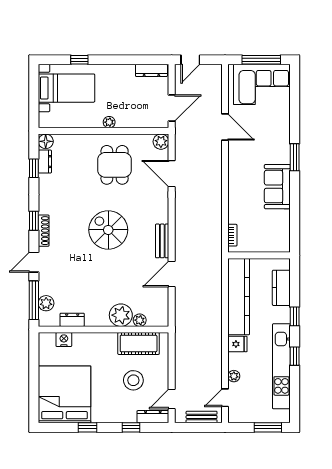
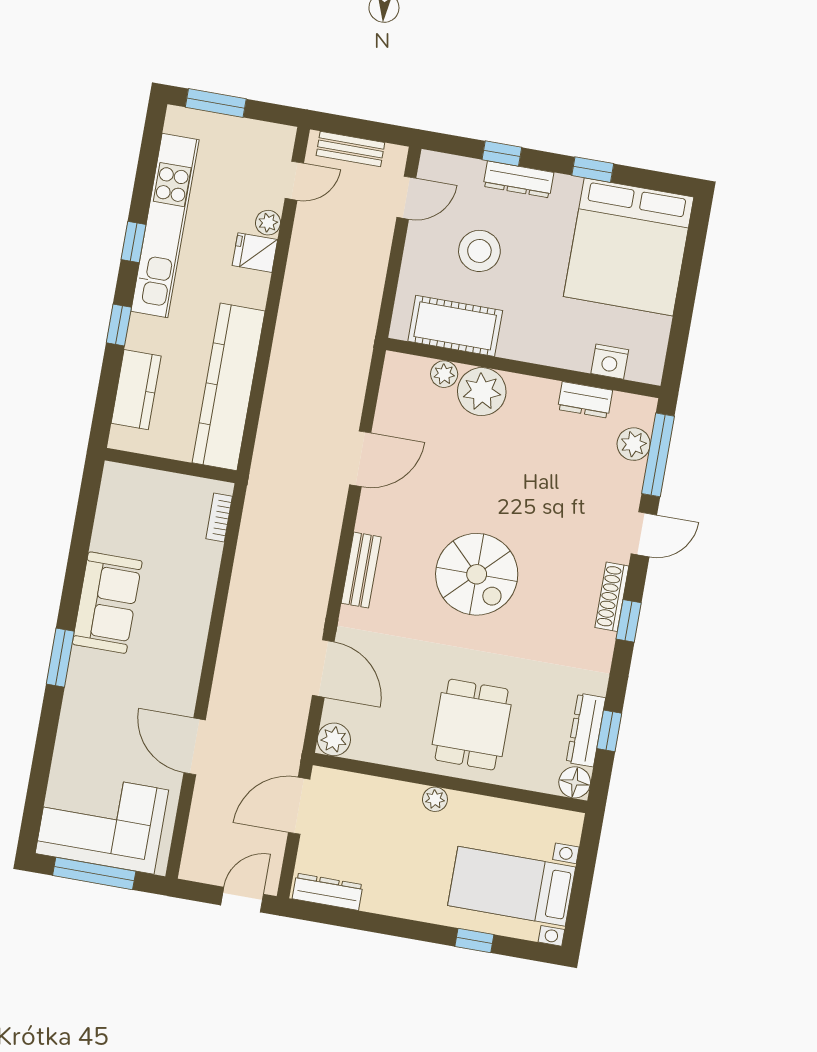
dresser: (45, 162) -> (586, 730), width x1.44
dining table: (115, 165) -> (472, 725), moved
bench: (162, 241) -> (361, 570), moved
fridge: (237, 344) -> (255, 253), moved
dresser: (153, 417) -> (518, 179), moved

